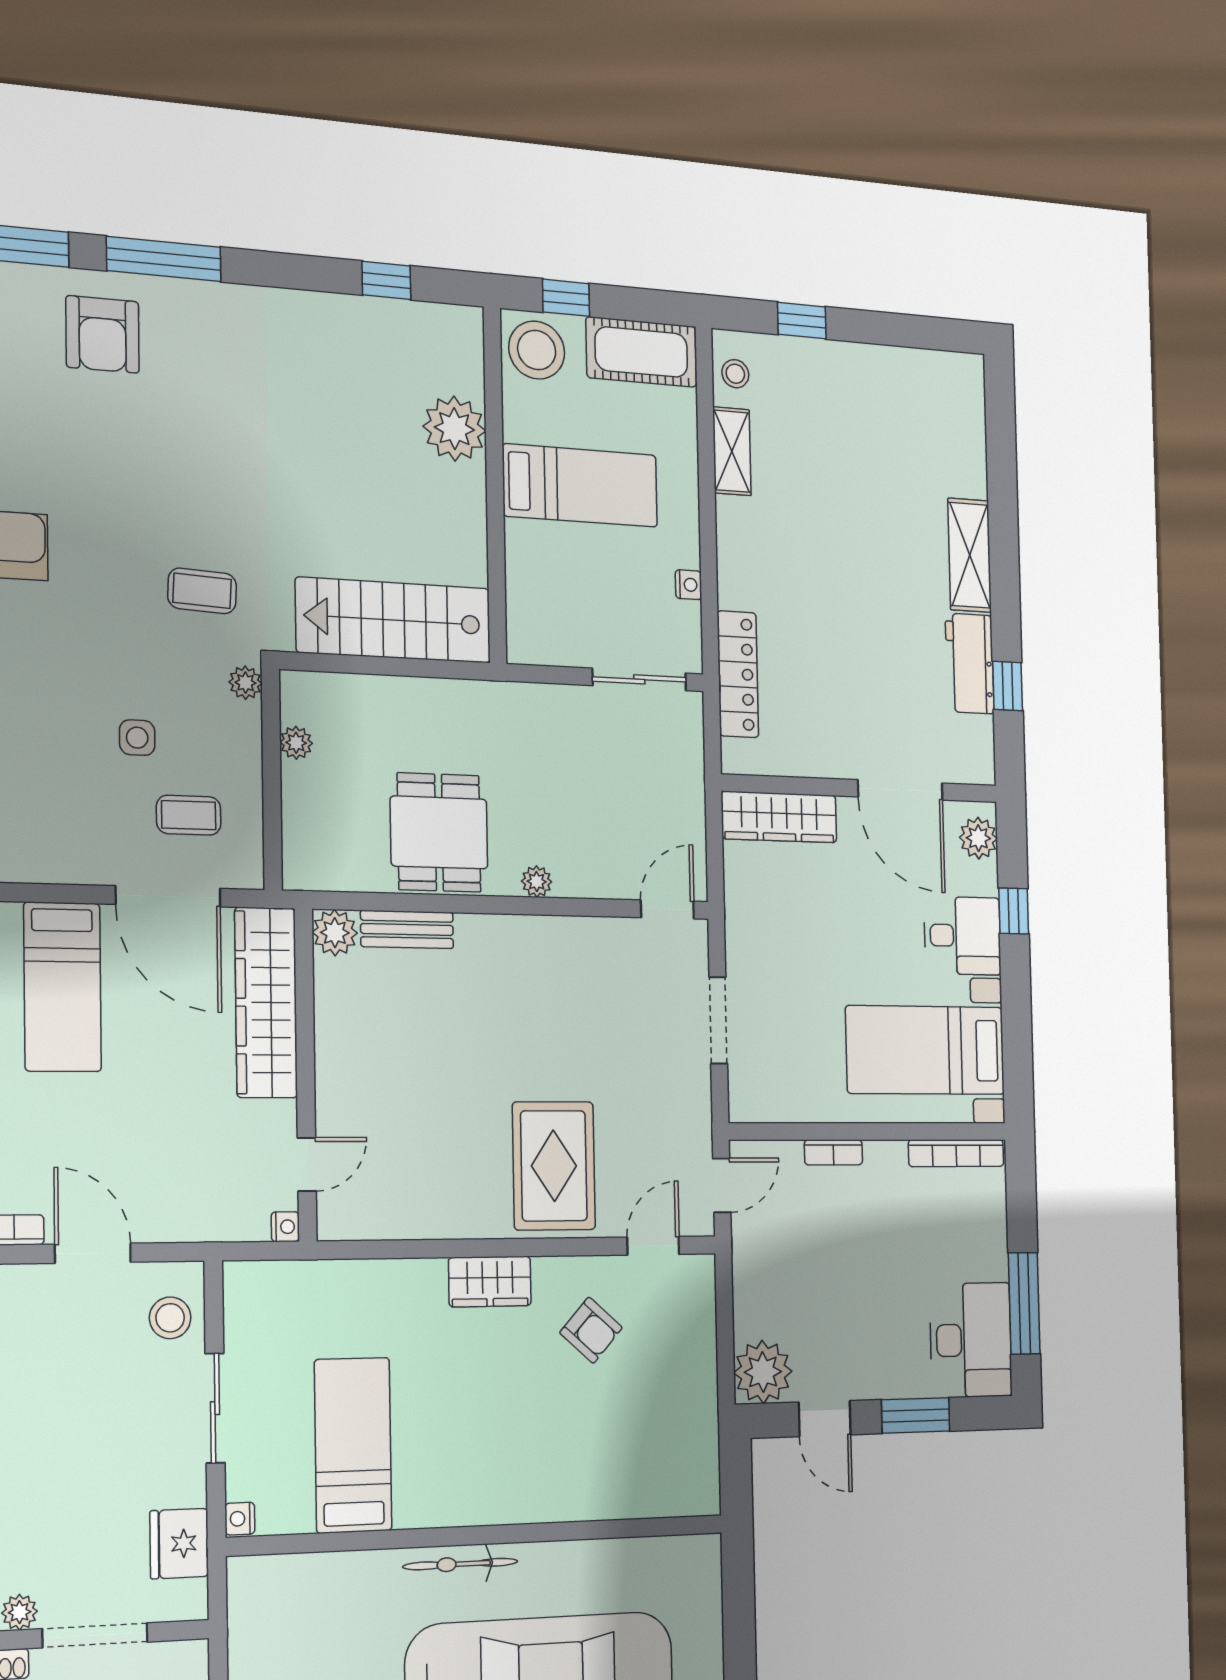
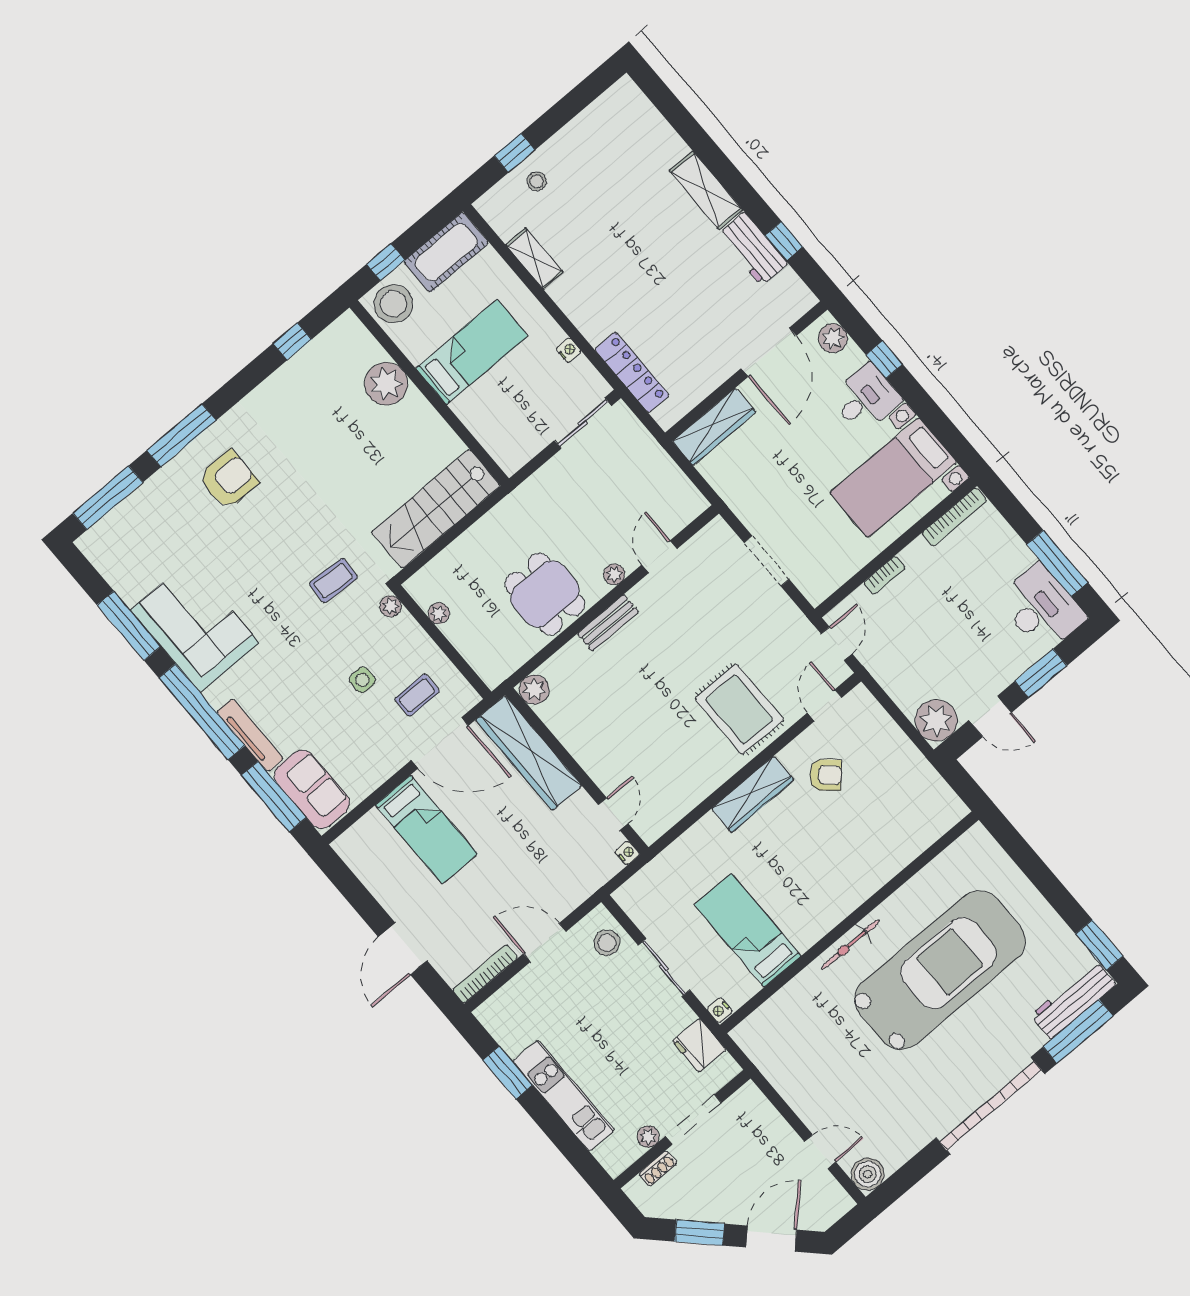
armchair: (103, 334) -> (228, 480), moved, turned -90
stool: (735, 374) -> (537, 181), moved
door: (900, 790) -> (769, 352), hinge flipped
door: (667, 909) -> (659, 557), moved
bench: (407, 929) -> (608, 623), moved
wardrobe: (490, 1282) -> (753, 794), width x1.50

